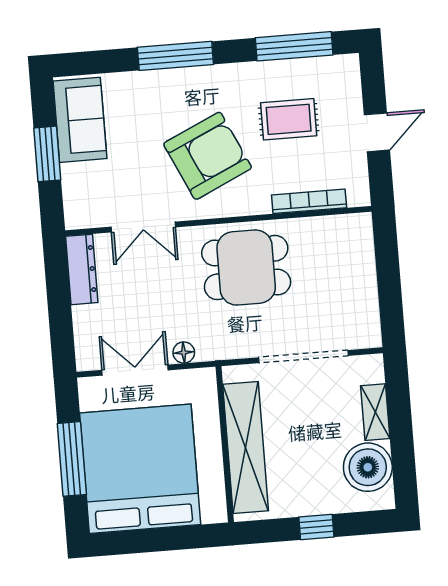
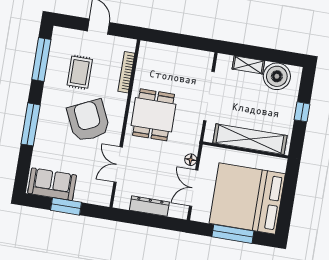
double door: (143, 227) -> (118, 165), swing flipped
dresser: (82, 269) -> (149, 206), moved

